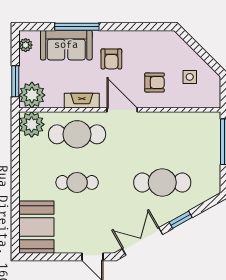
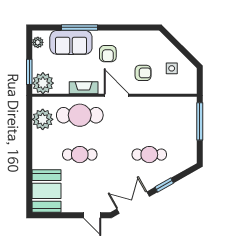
plant: (32, 124) -> (43, 119), moved
cafe table: (162, 182) -> (149, 155), width x0.73, depth x0.74

